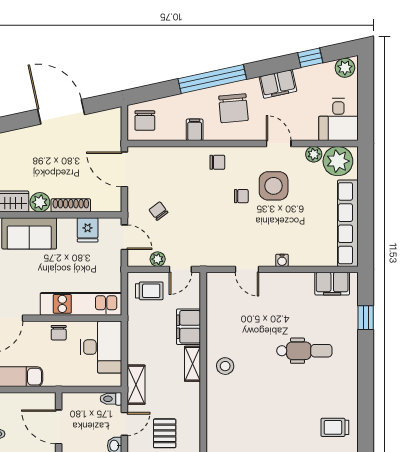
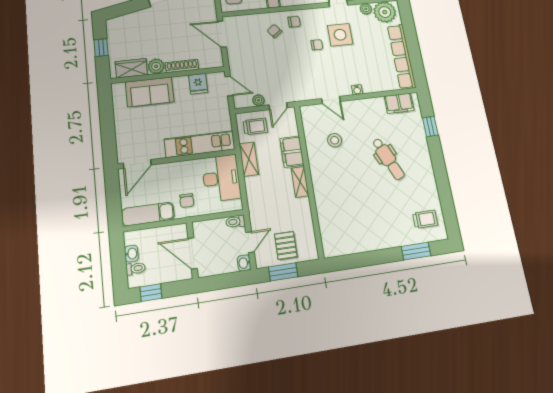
chair: (158, 211) -> (274, 31), moved
chair: (59, 333) -> (187, 201), moved
dental chair: (304, 351) -> (388, 159), turned 66
stool: (225, 366) -> (335, 140), moved
shelving: (136, 385) -> (249, 159), moved
trolley: (335, 427) -> (425, 219), turned 180

